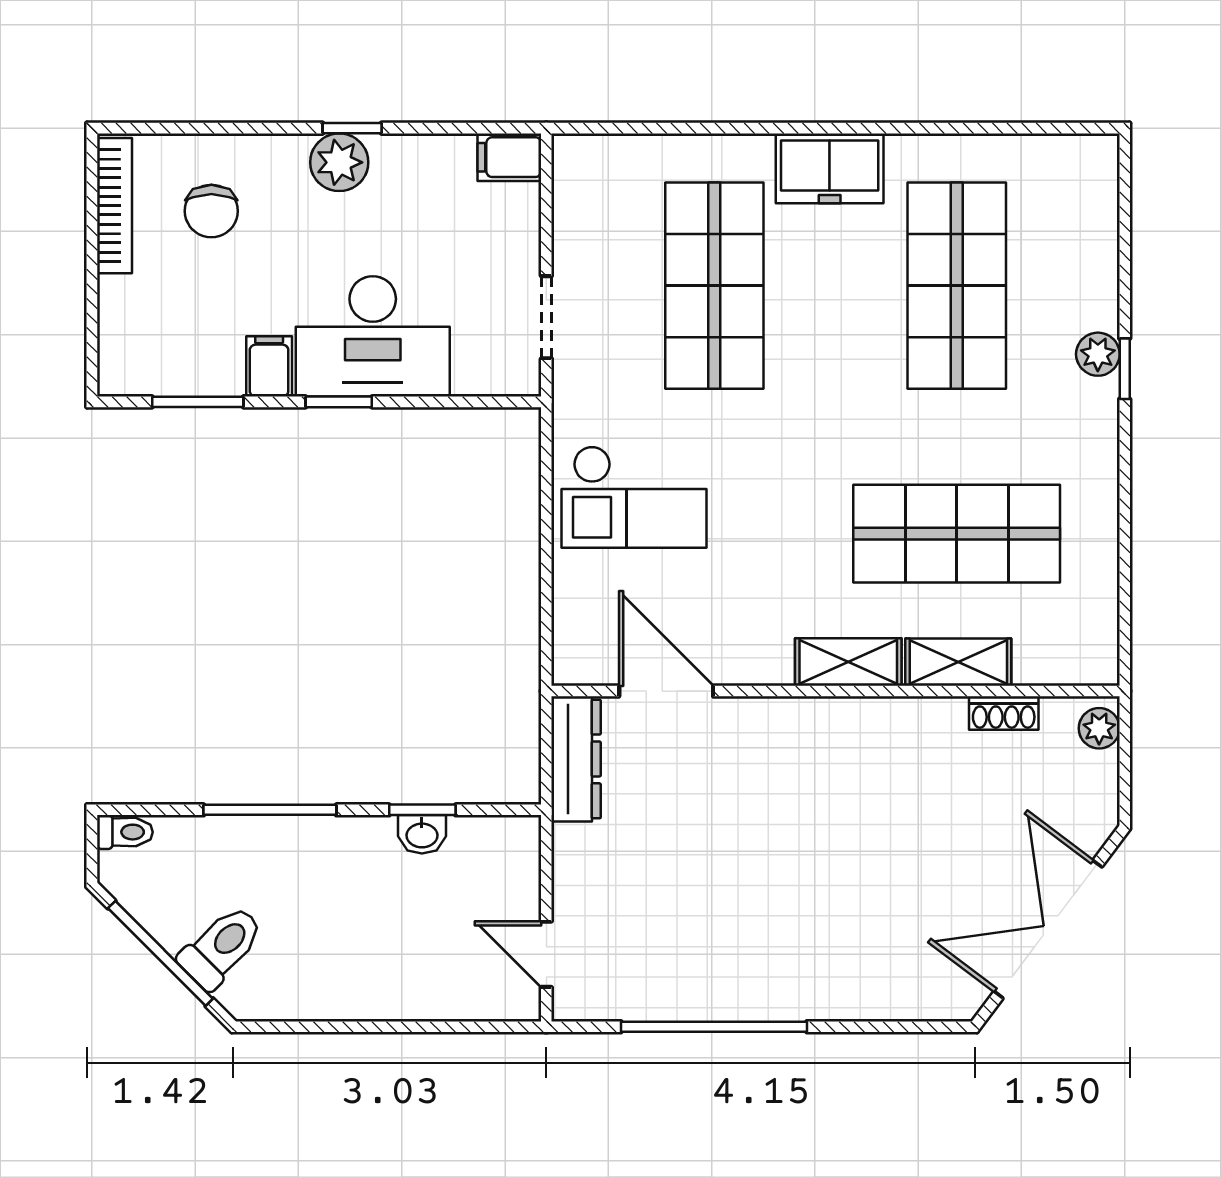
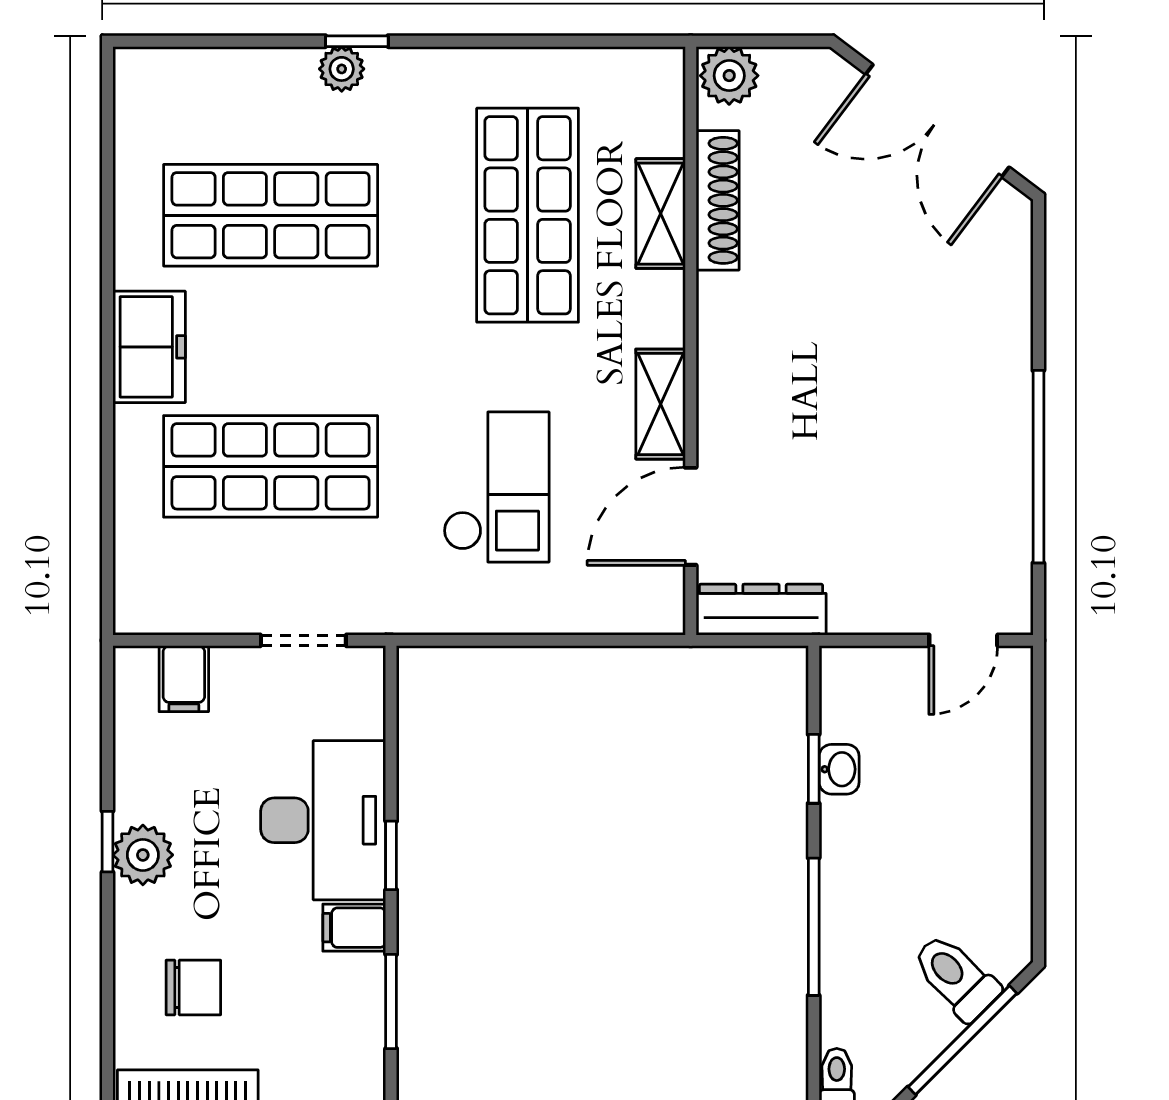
filing cabinet: (509, 157) -> (184, 679), moved
checkout: (634, 497) -> (496, 487), moved
shelving: (848, 662) -> (661, 404), moved
shoe rack: (1004, 713) -> (718, 200), width x1.94, depth x1.24
plant: (1099, 728) -> (729, 76), width x1.38, depth x1.38

